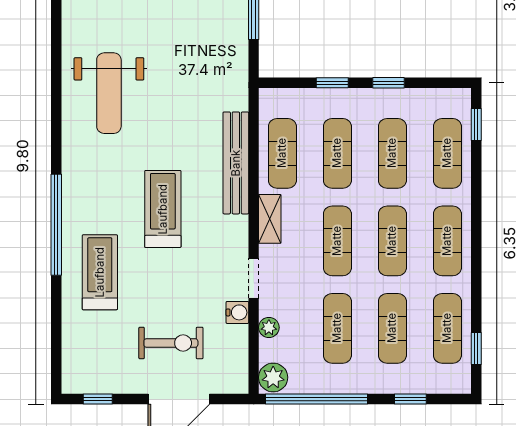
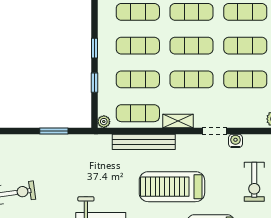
treadmill: (163, 209) -> (172, 187), width x1.37, depth x1.38
plant: (269, 327) -> (104, 122), moved
exercise bike: (171, 343) -> (254, 182), turned 180

